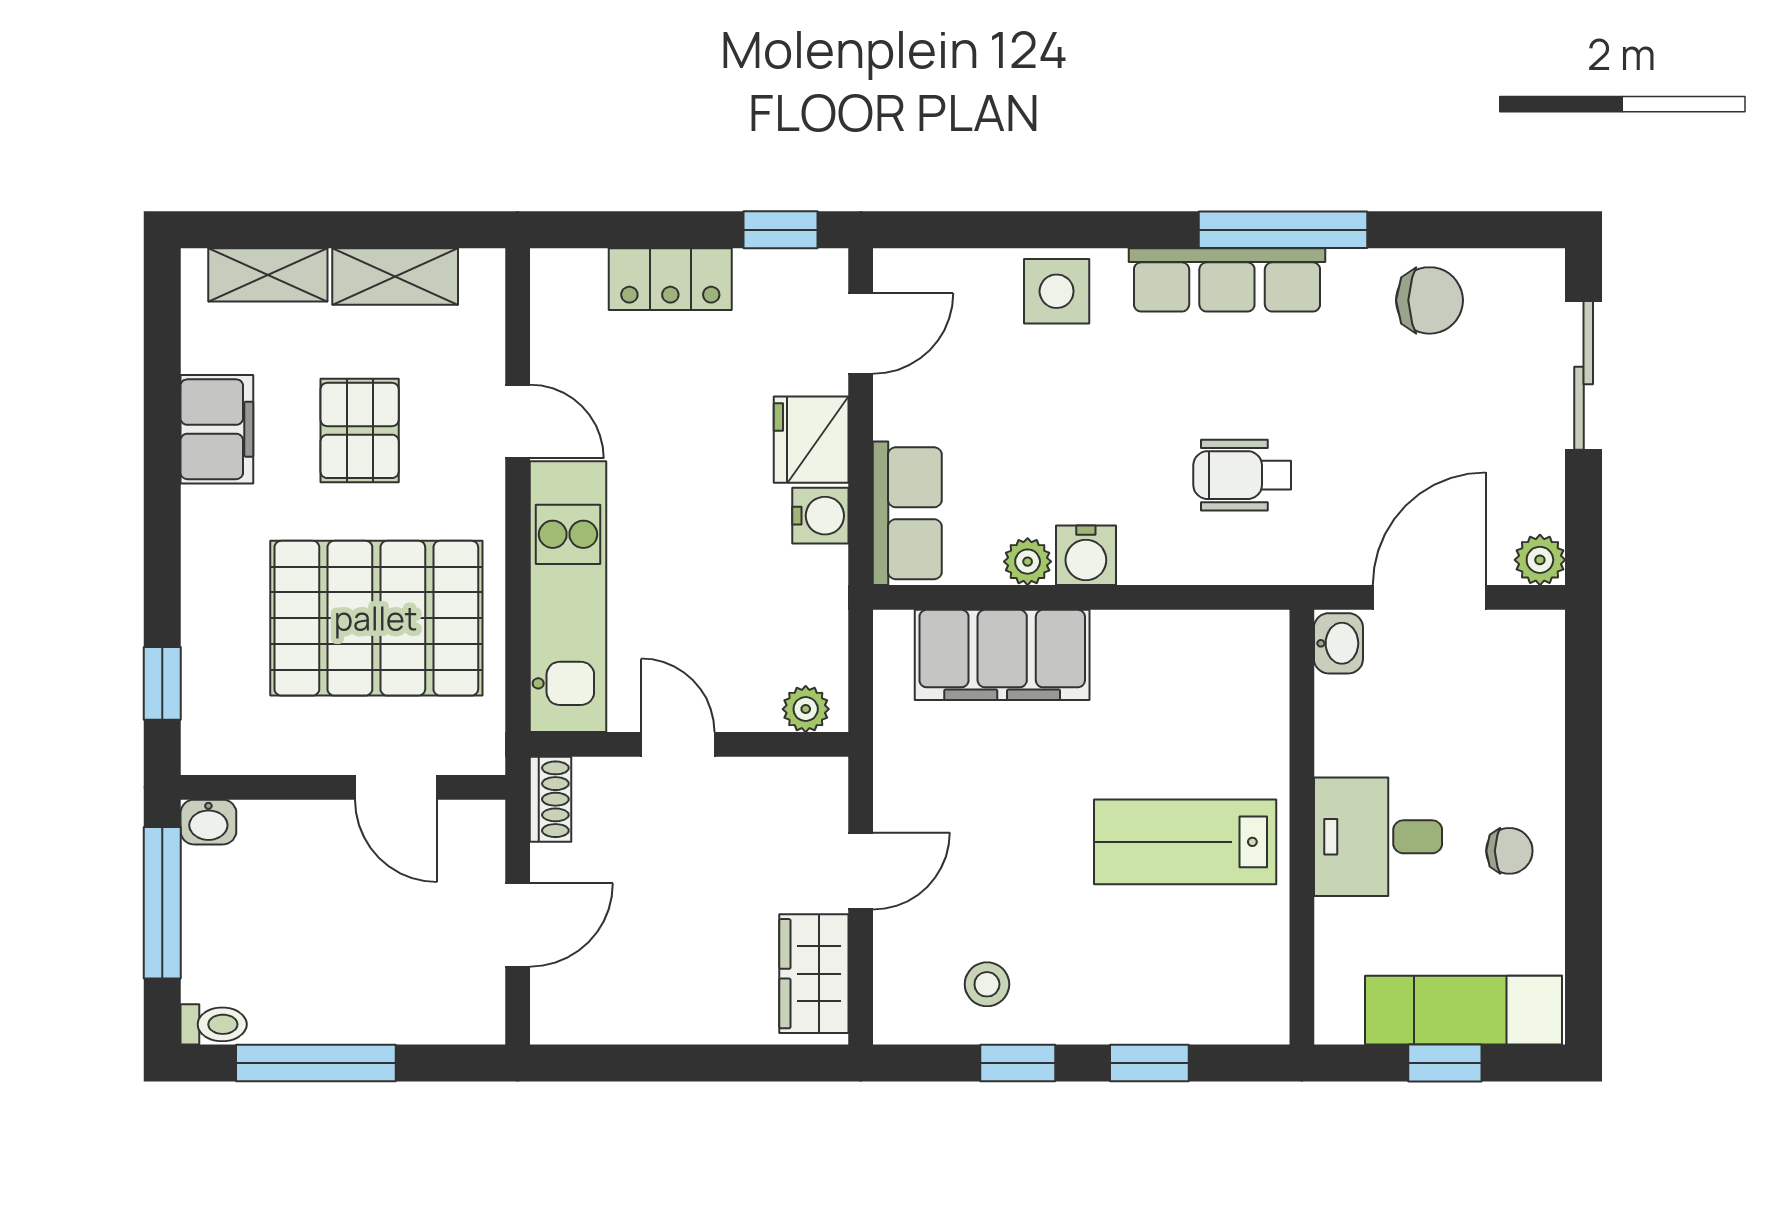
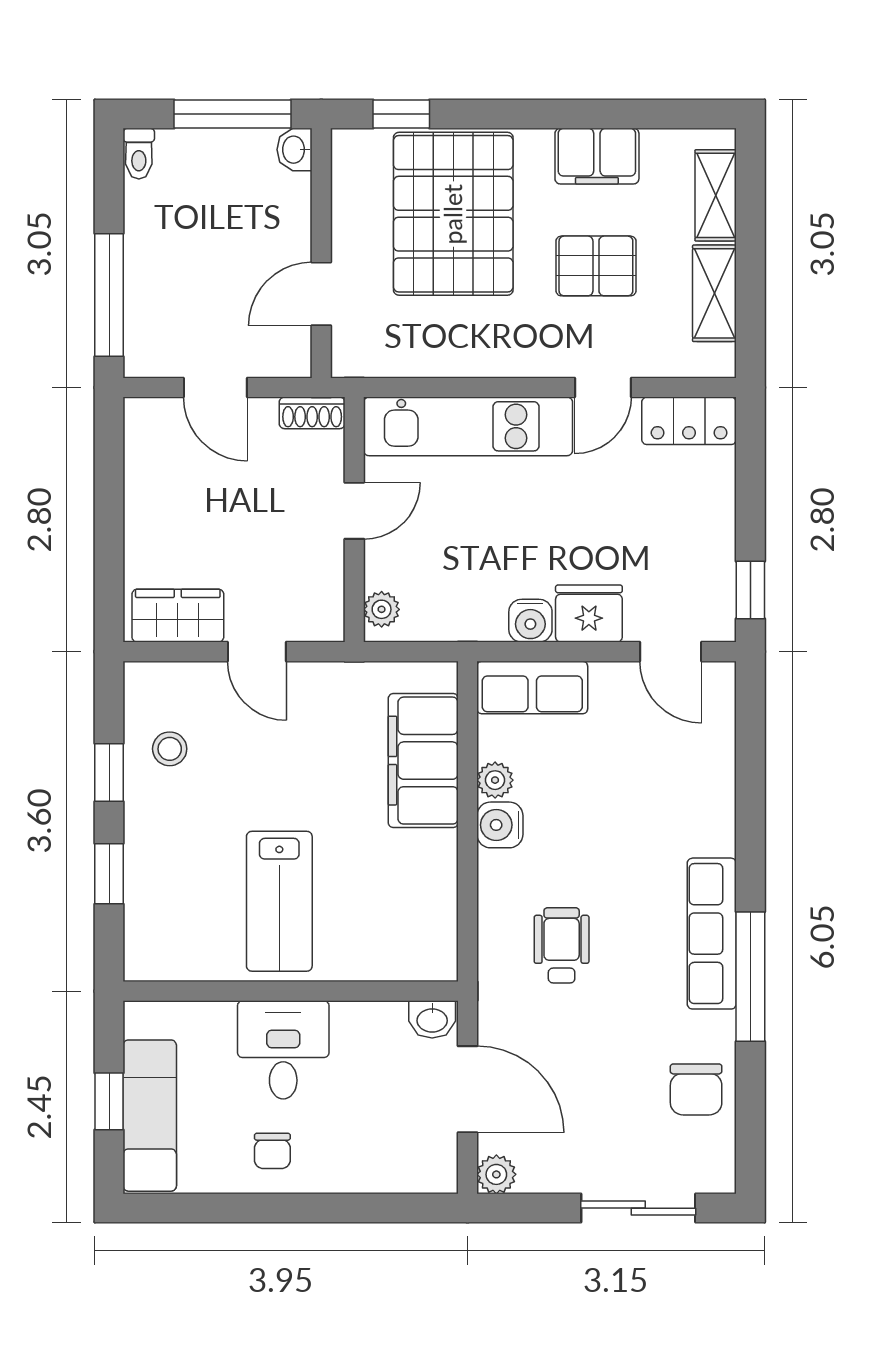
locker: (670, 279) -> (689, 421), moved, turned -90
side table: (1057, 291) -> (703, 802), removed
pallet: (376, 618) -> (453, 214), moved
lab bench: (1185, 842) -> (279, 901), turned 180
window: (316, 1063) -> (109, 295), moved

